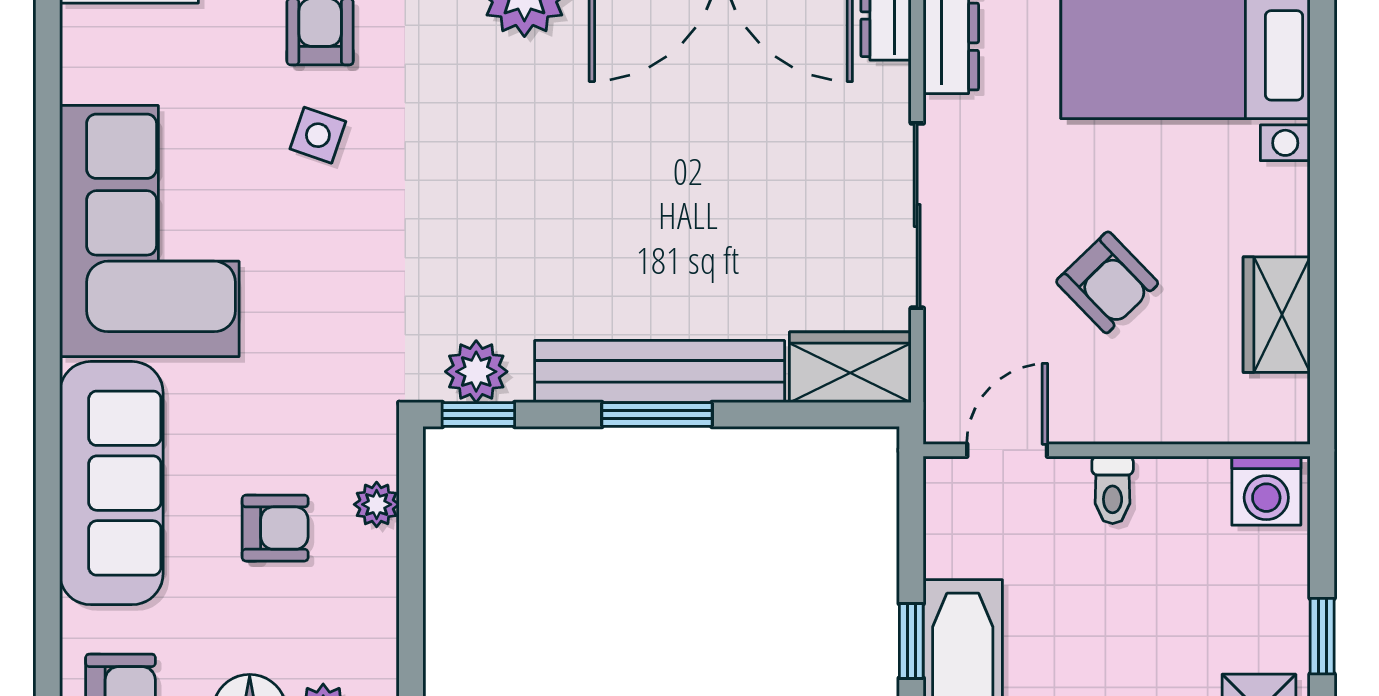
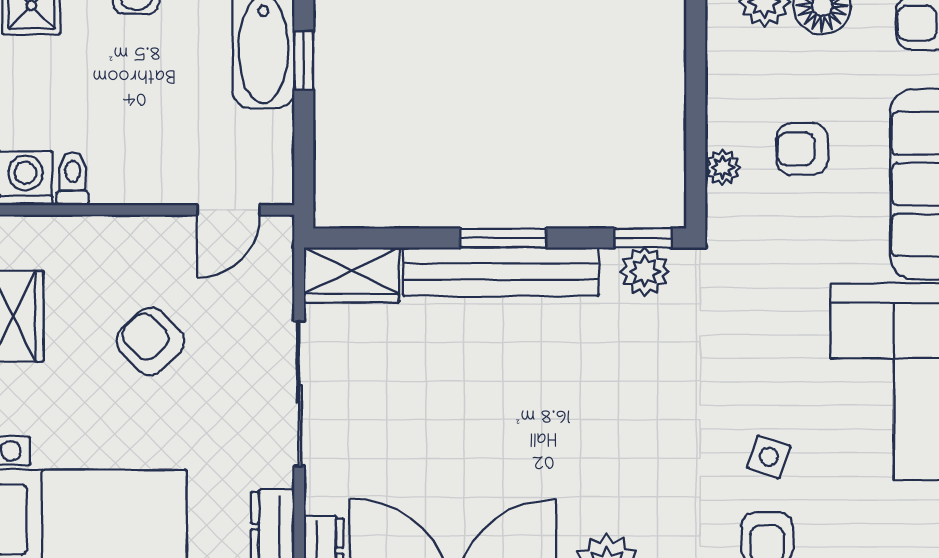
toilet: (1113, 490) -> (73, 179), moved

